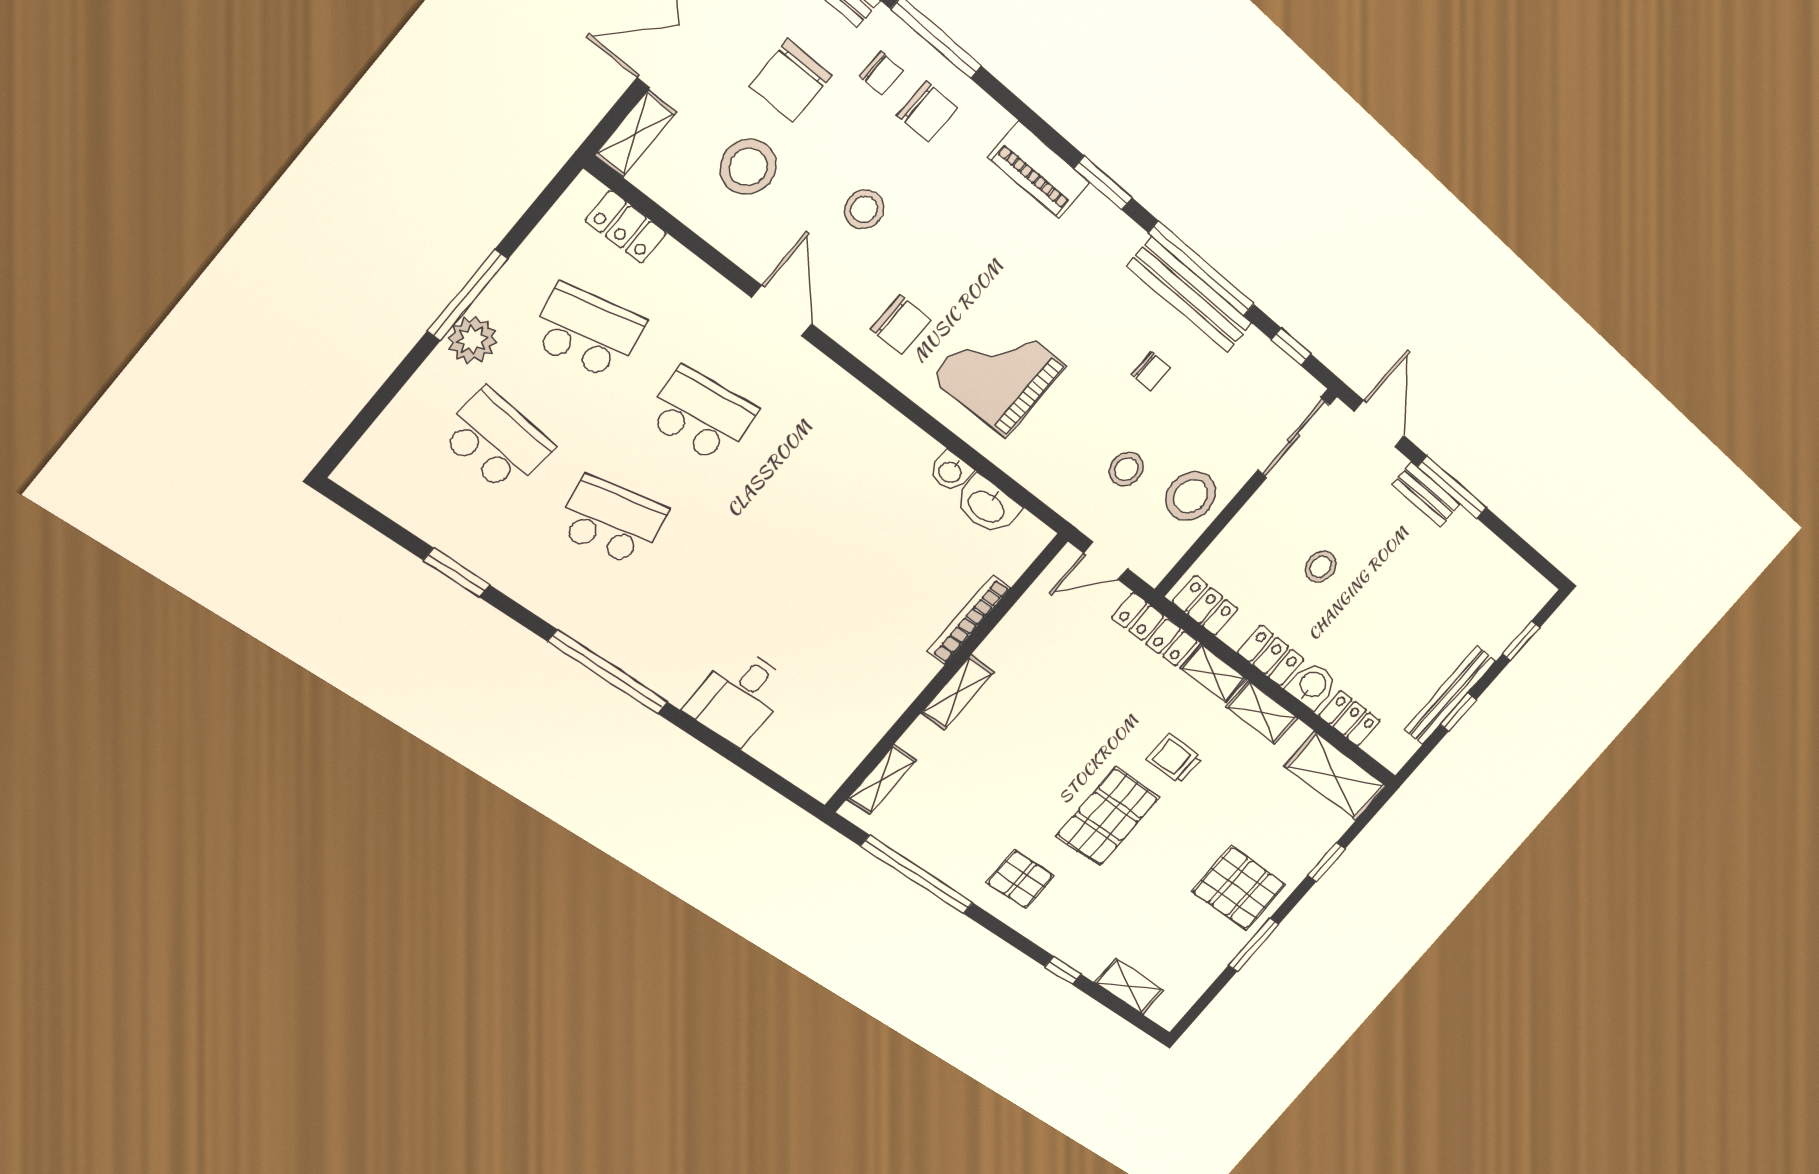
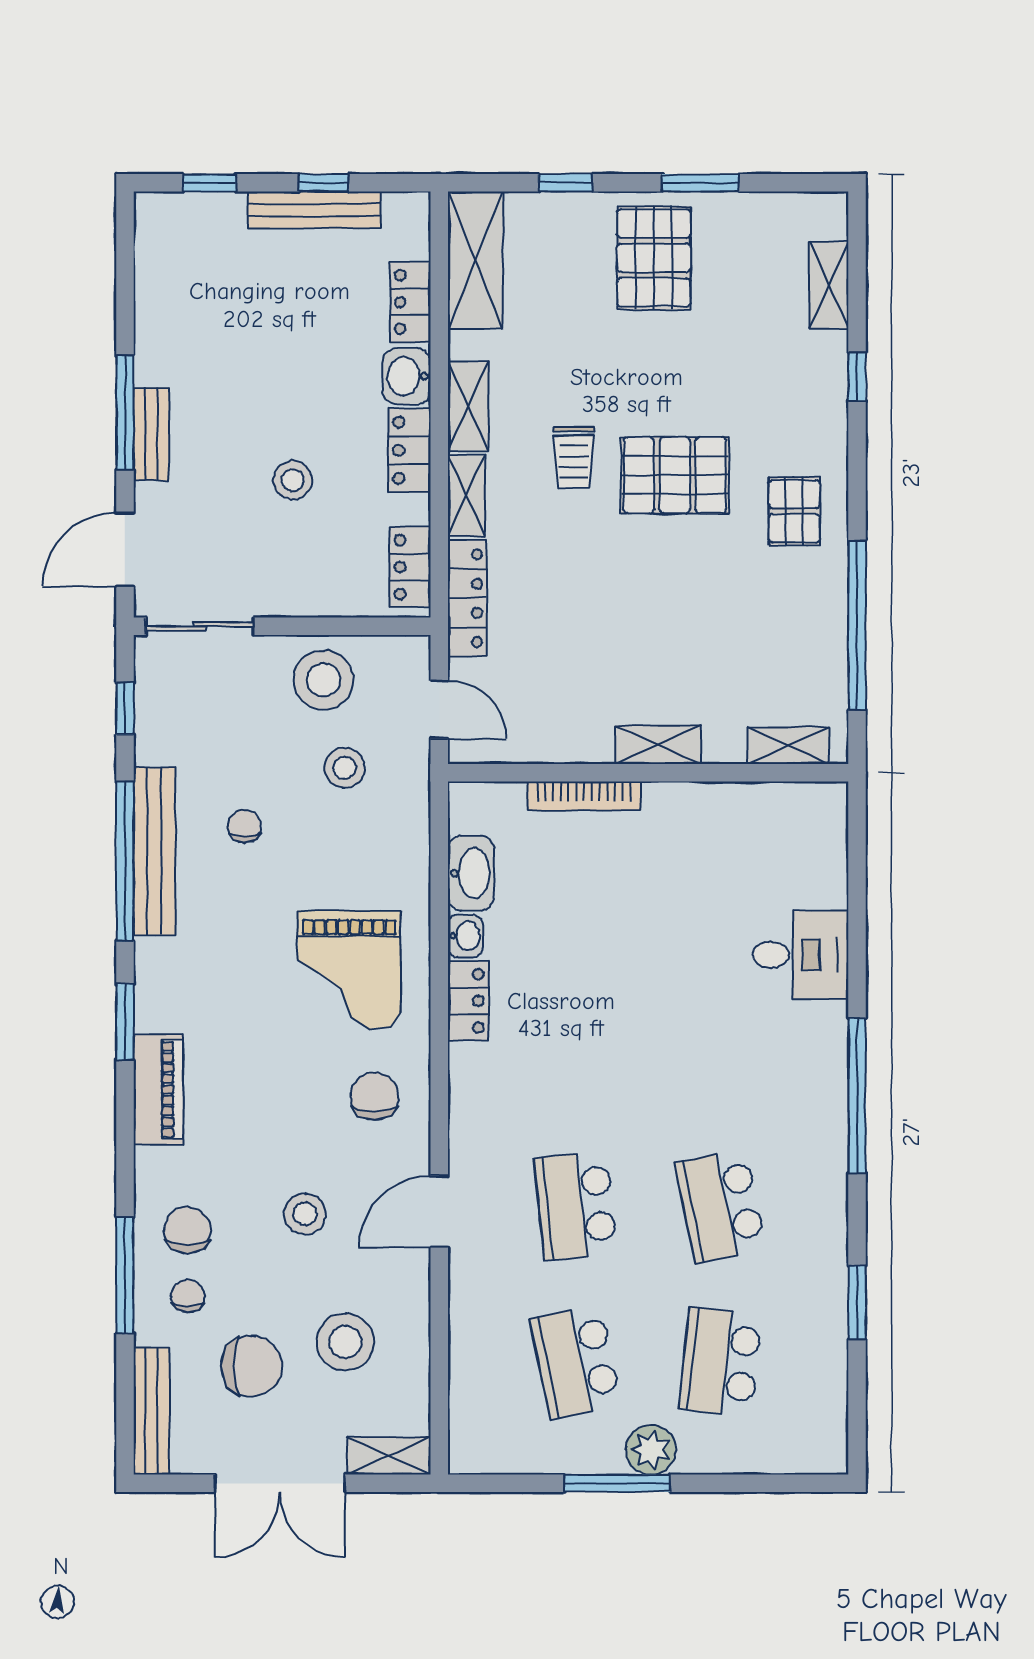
locker: (626, 227) -> (468, 1001), moved

